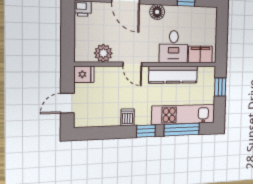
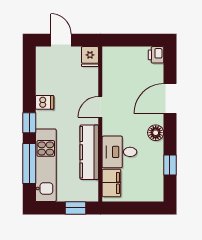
plant: (103, 53) -> (112, 76), removed

